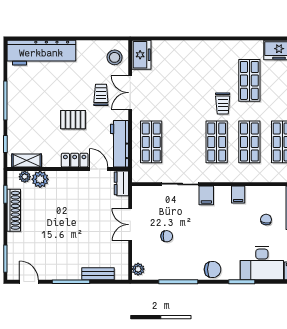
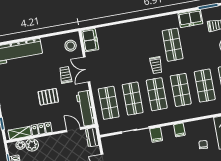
shop shelf: (184, 142) -> (133, 99), added
locker: (75, 160) -> (42, 129), moved

